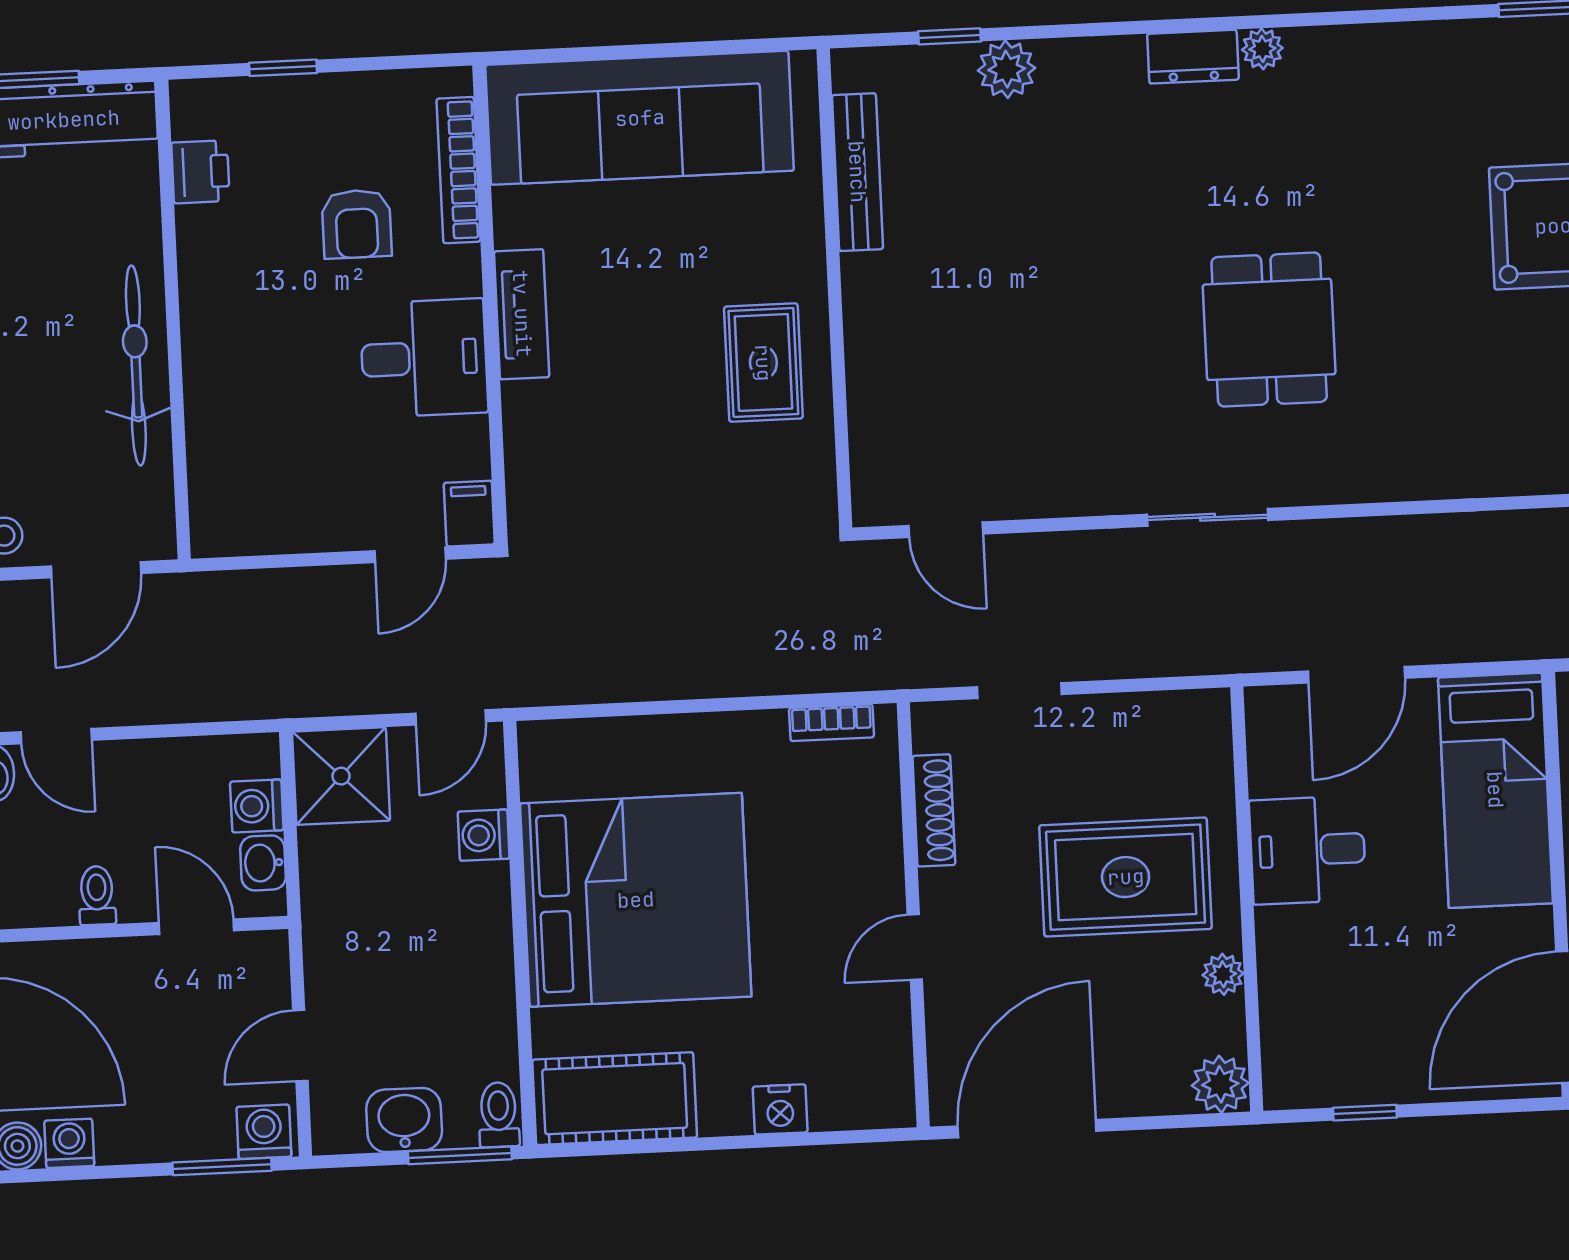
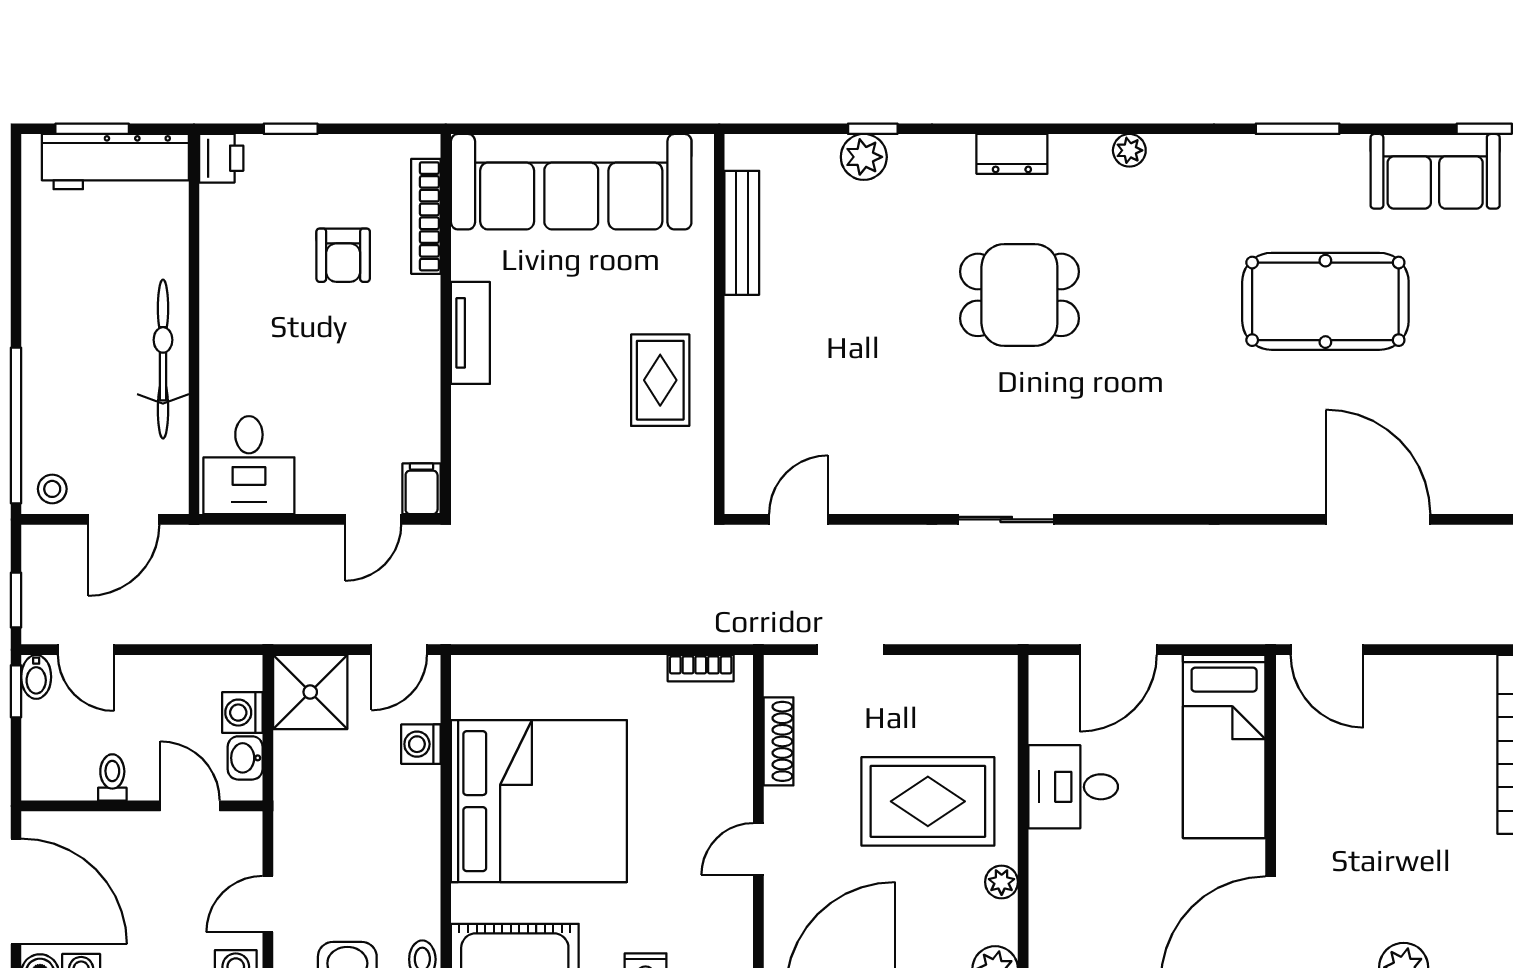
window: (949, 36) -> (873, 129), moved
plant: (1262, 49) -> (1129, 150), moved
printer: (200, 172) -> (221, 158), moved
dining table: (1269, 329) -> (1019, 295), moved, turned 90
desk: (424, 358) -> (249, 465), moved, turned 90
door: (946, 530) -> (798, 519), swing flipped

